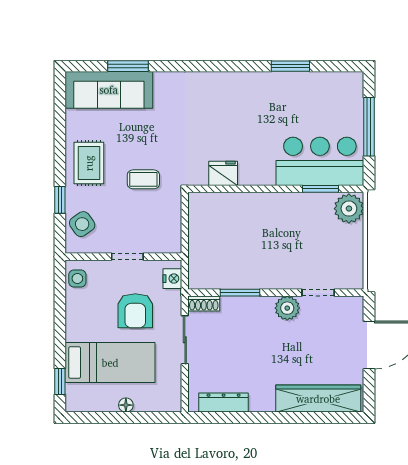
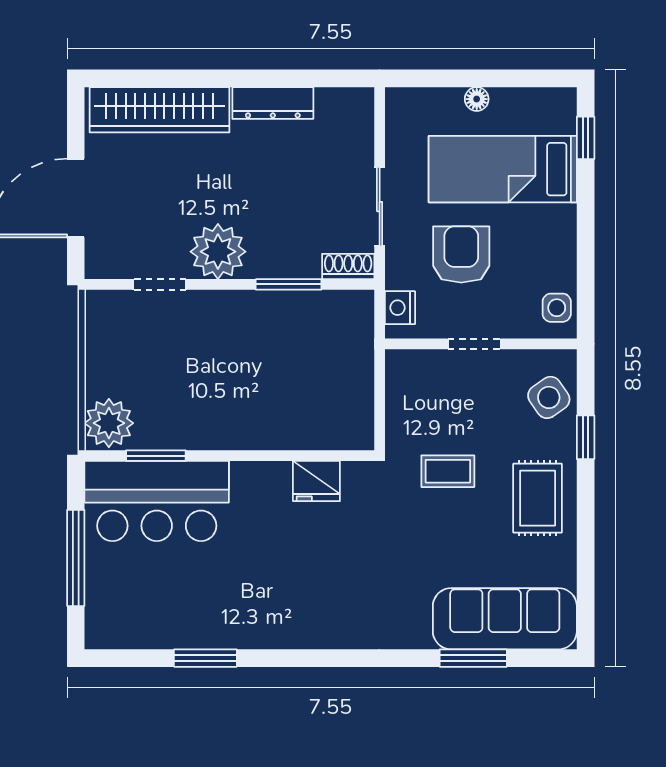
plant: (287, 308) -> (218, 252), width x1.36, depth x1.36
dresser: (224, 403) -> (273, 103), moved

